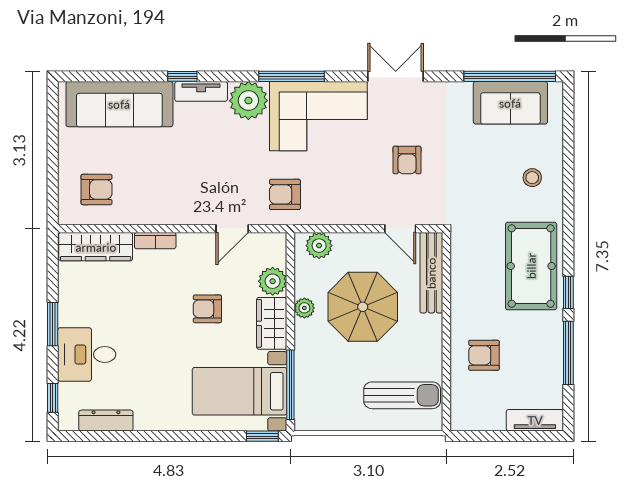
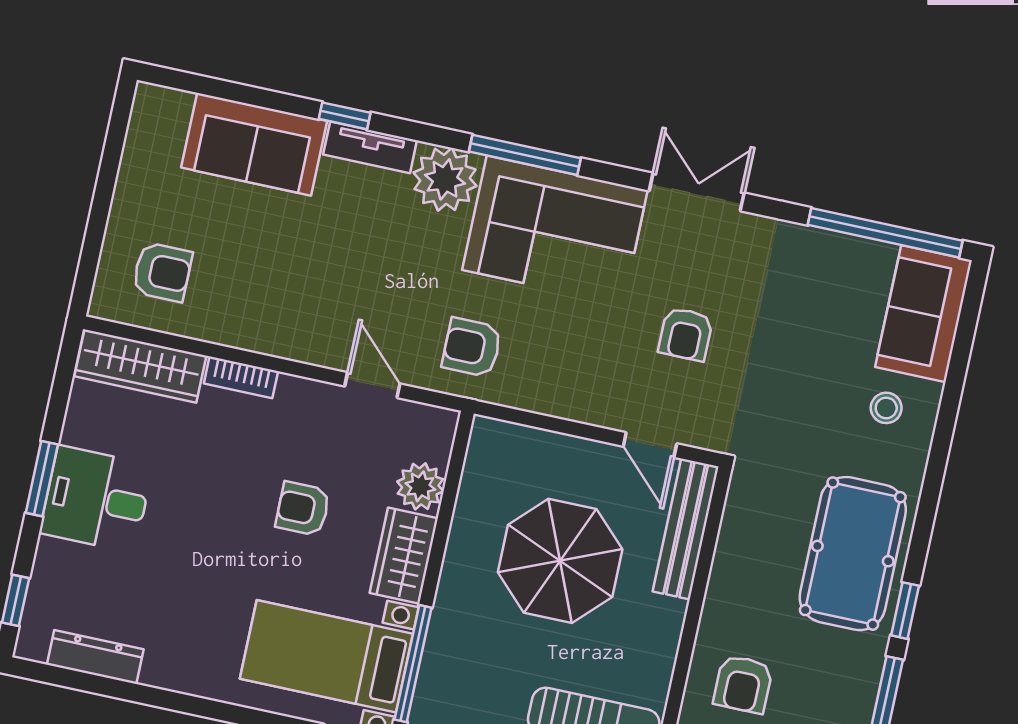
sofa: (510, 103) -> (924, 314), moved, turned 90
sofa: (119, 104) -> (254, 144), width x0.73
door: (232, 229) -> (372, 385), swing flipped
plant: (319, 246) -> (510, 444), removed
plant: (304, 308) -> (463, 542), removed
desk: (87, 354) -> (96, 499), moved
armchair: (484, 355) -> (743, 684), turned -90

